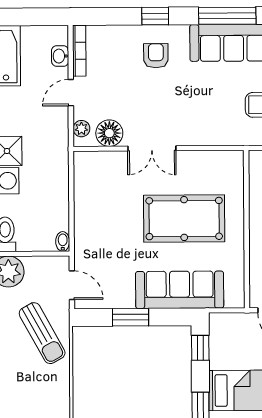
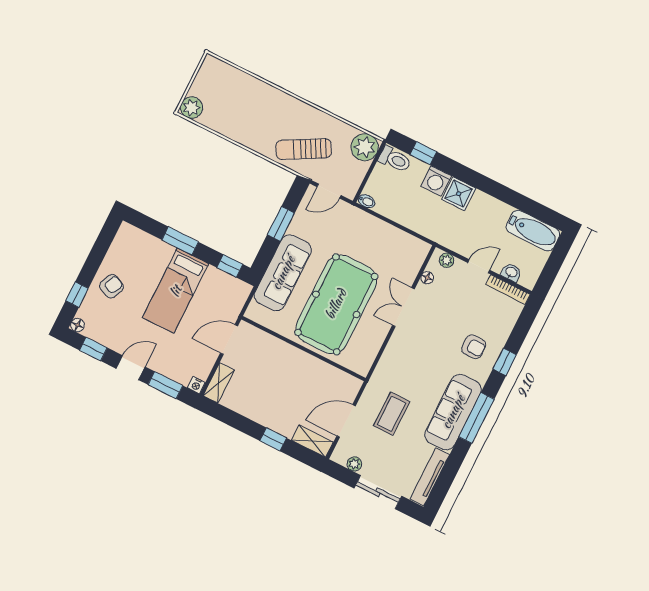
door: (71, 93) -> (479, 266), hinge flipped
floor lamp: (109, 133) -> (427, 278), width x0.53, depth x0.53
pool table: (184, 219) -> (336, 304), width x1.36, depth x1.32

